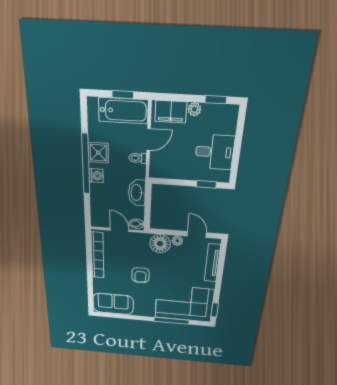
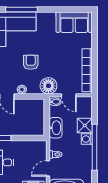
shower: (98, 153) -> (85, 125), moved
floor lamp: (160, 244) -> (48, 86), moved
armchair: (140, 275) -> (31, 62), moved

